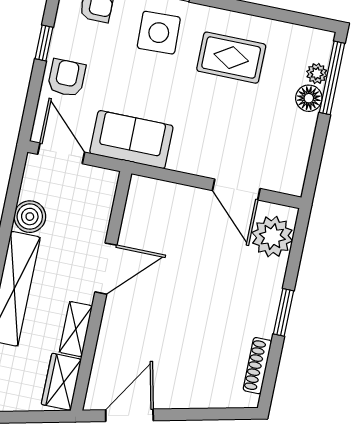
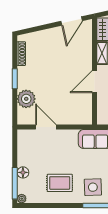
plant: (317, 74) -> (22, 199), moved
plant: (272, 237) -> (26, 99), moved

